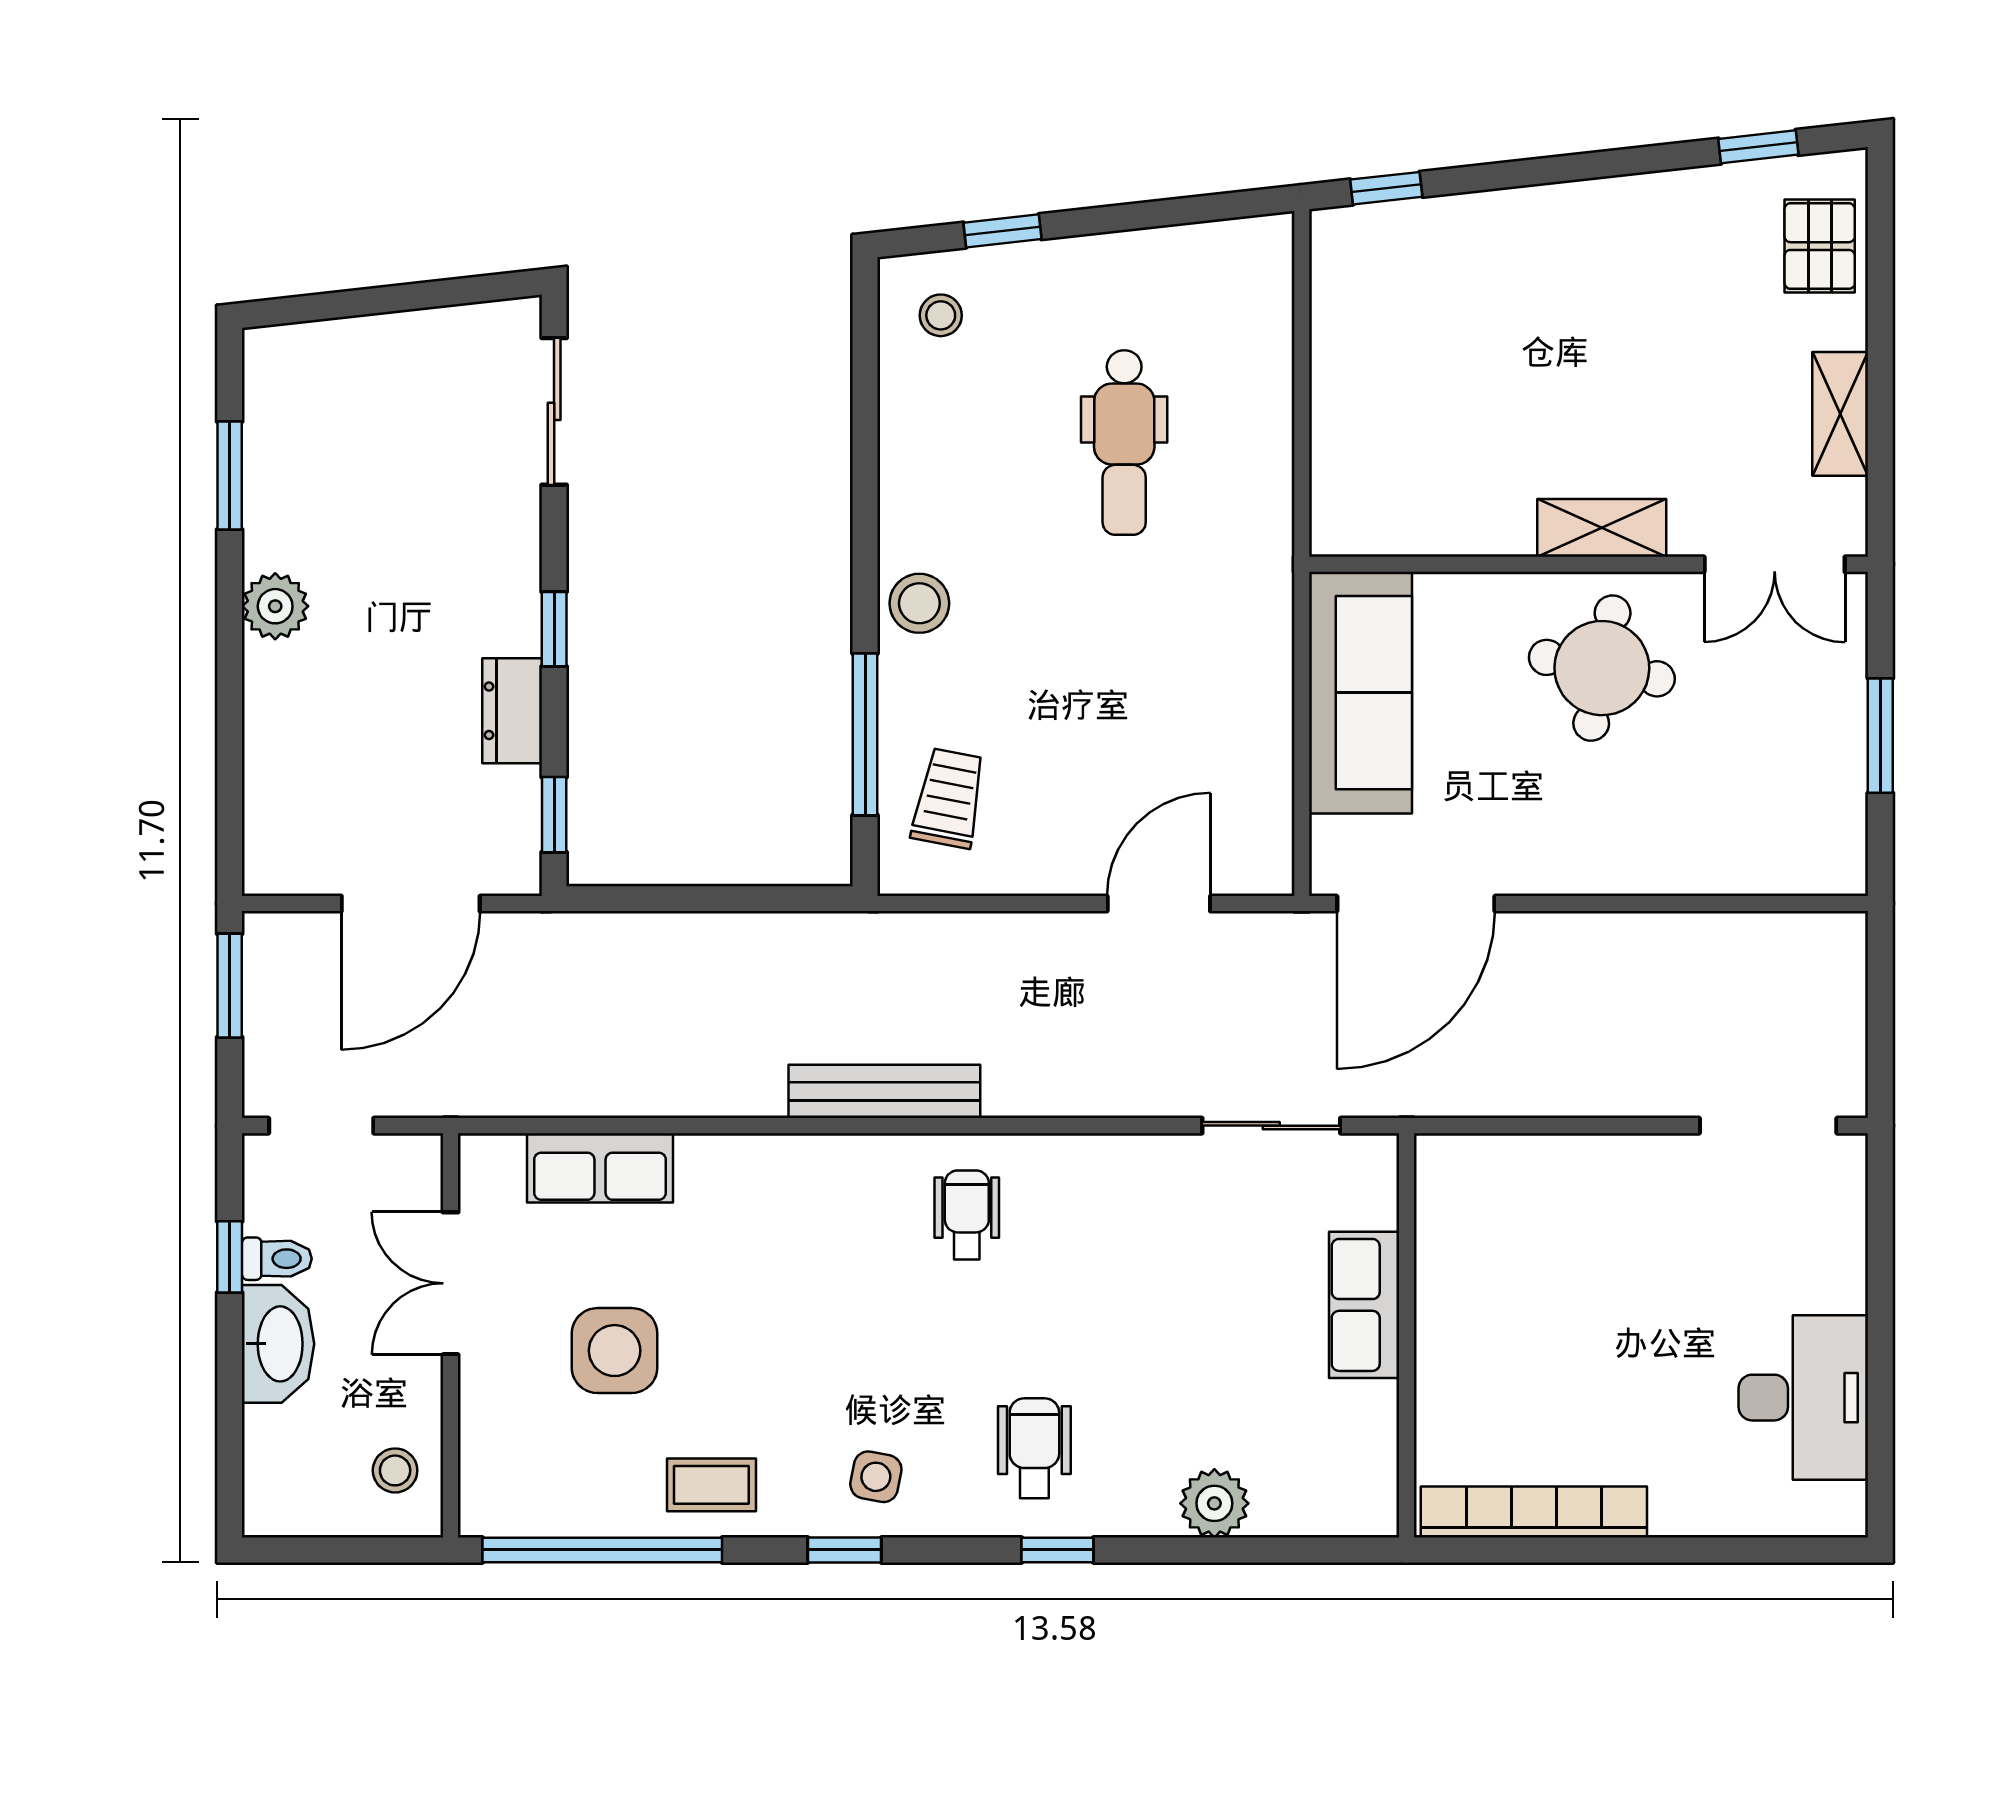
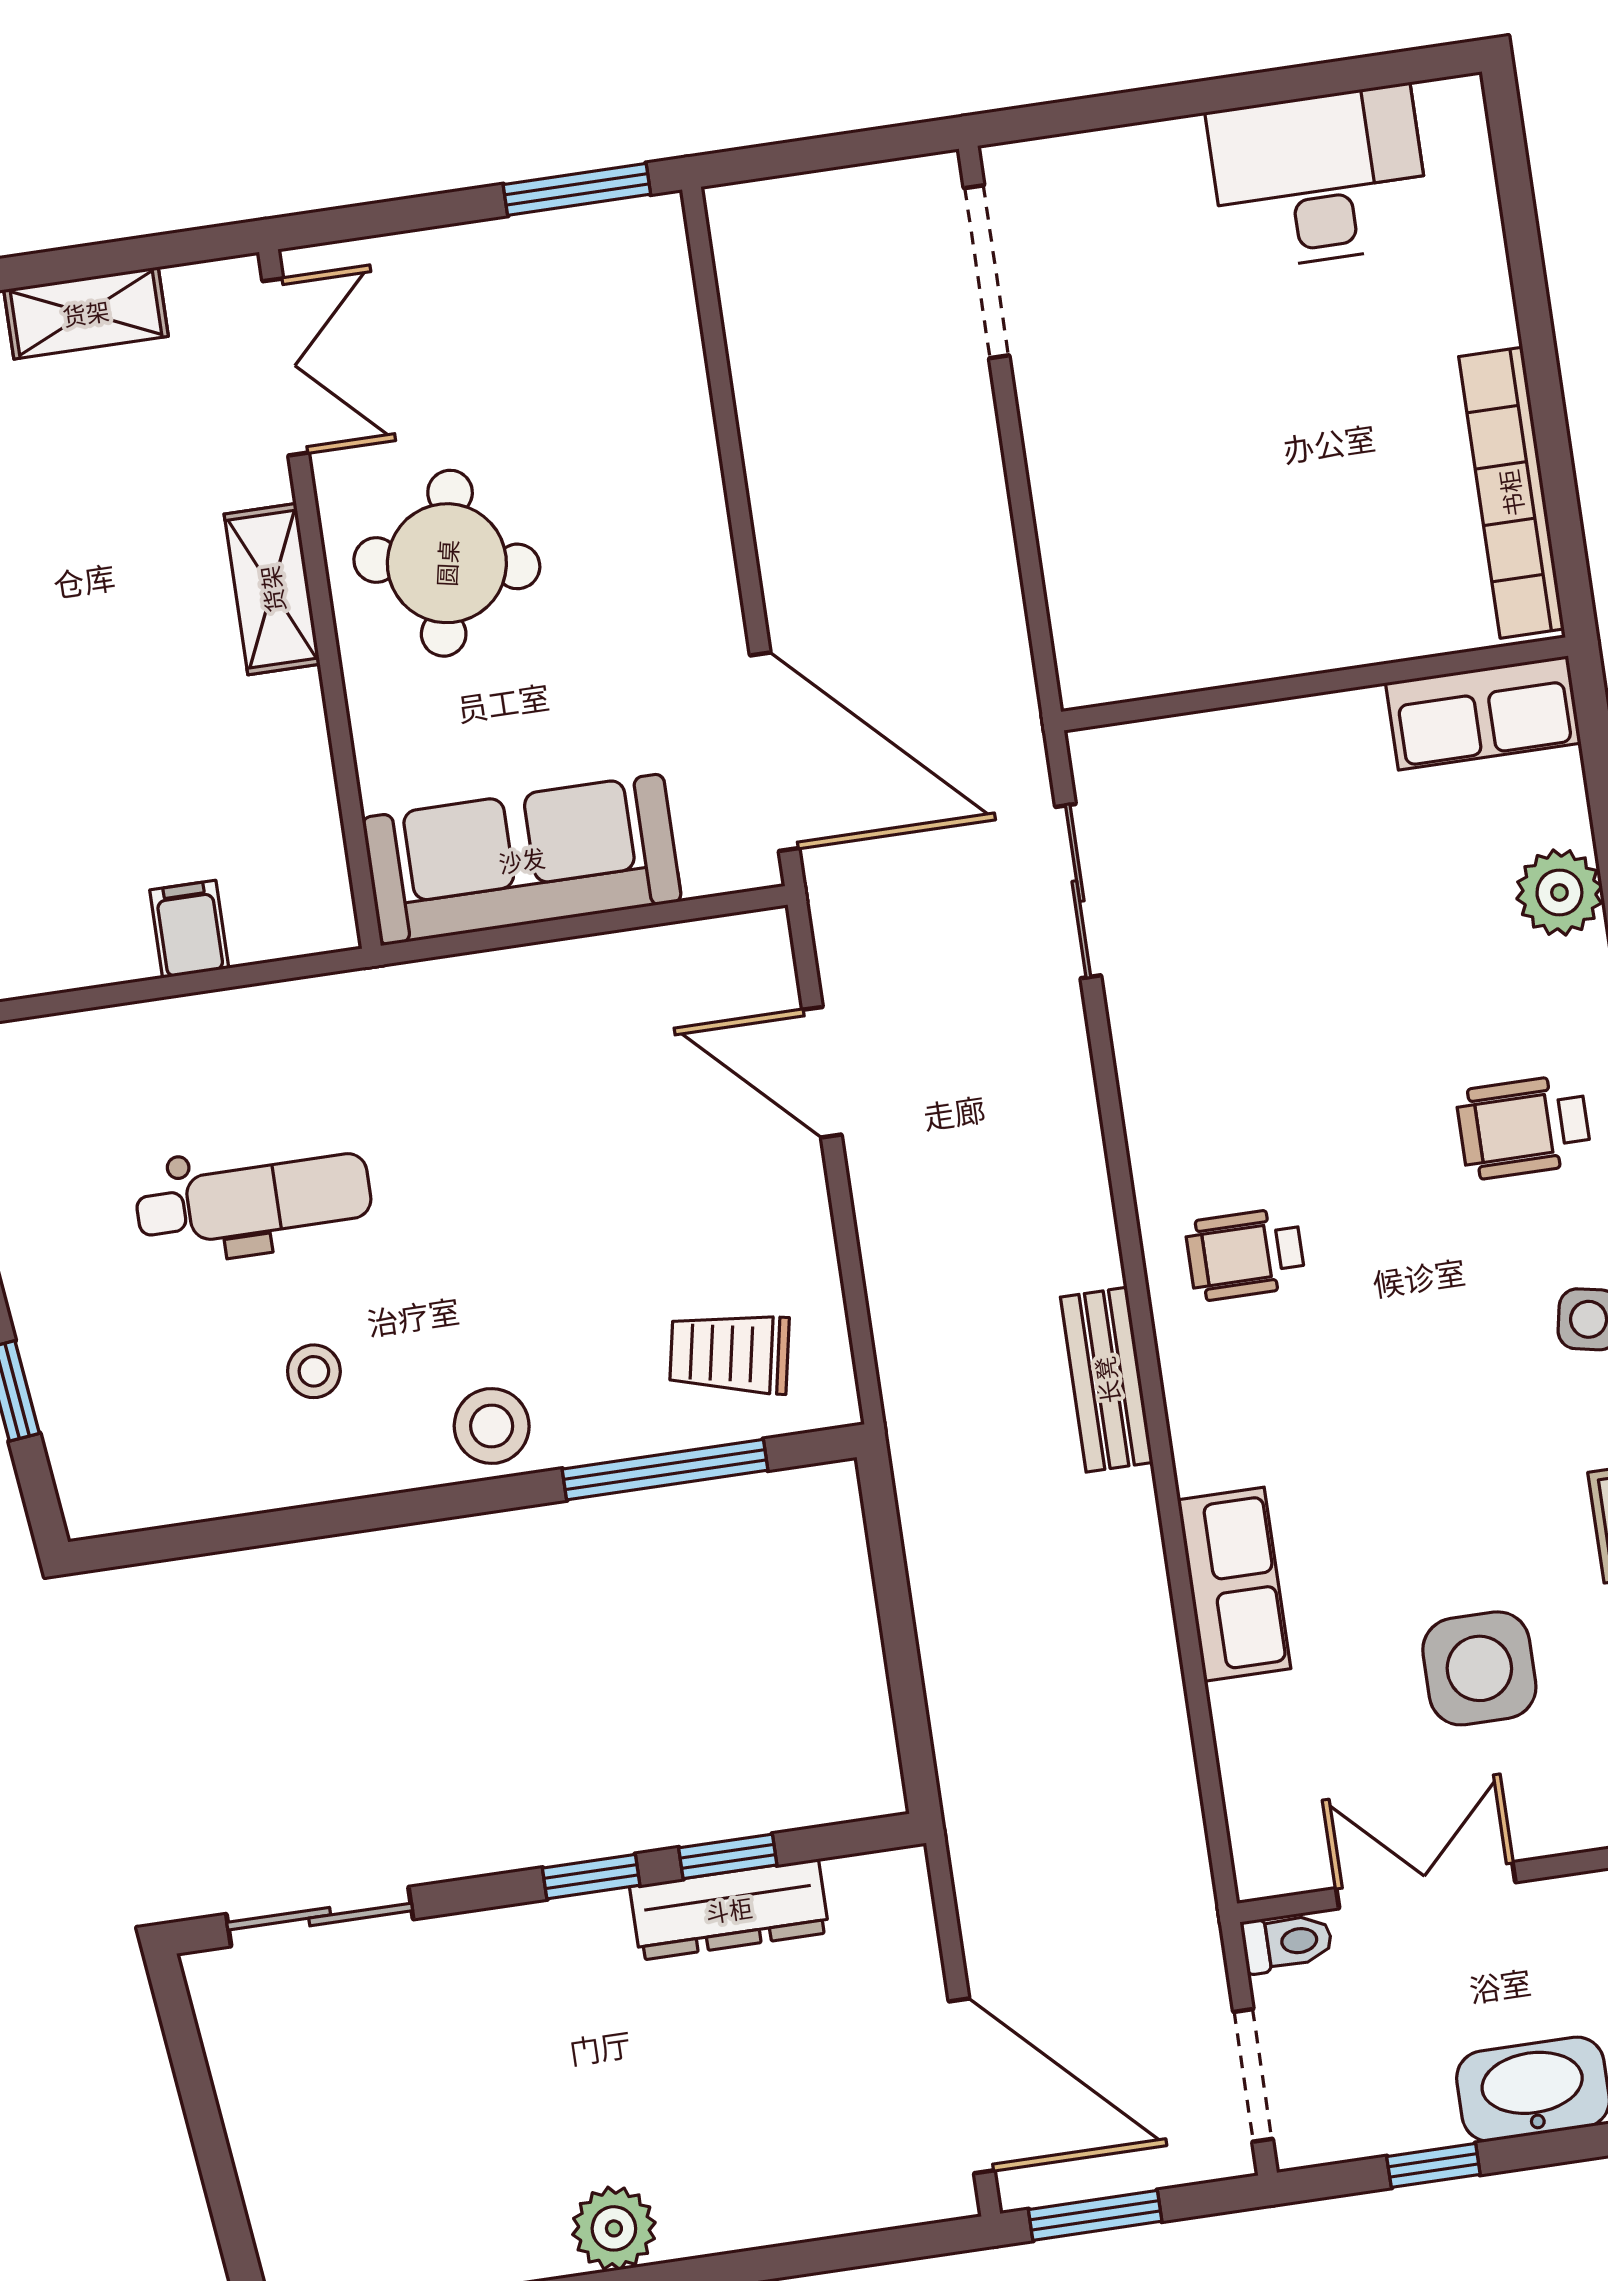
stool: (941, 315) -> (314, 1371), moved
filing cabinet: (1344, 423) -> (189, 929), added
dresser: (512, 711) -> (729, 1910), width x1.44
window: (1880, 736) -> (577, 189), moved
window: (554, 815) -> (728, 1856), moved
door: (411, 904) -> (972, 2086), moved
bench: (884, 1091) -> (1107, 1380), width x0.73
row of seats: (600, 1168) -> (1234, 1584), moved
toilet: (277, 1259) -> (1287, 1942), moved, turned 90
double door: (450, 1283) -> (1426, 1885), swing flipped
row of seats: (1364, 1305) -> (1483, 713), moved

